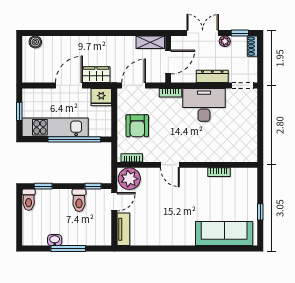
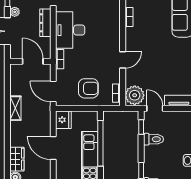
shelving: (150, 42) -> (15, 108), moved
wardrobe: (96, 75) -> (17, 159), moved, turned 180

